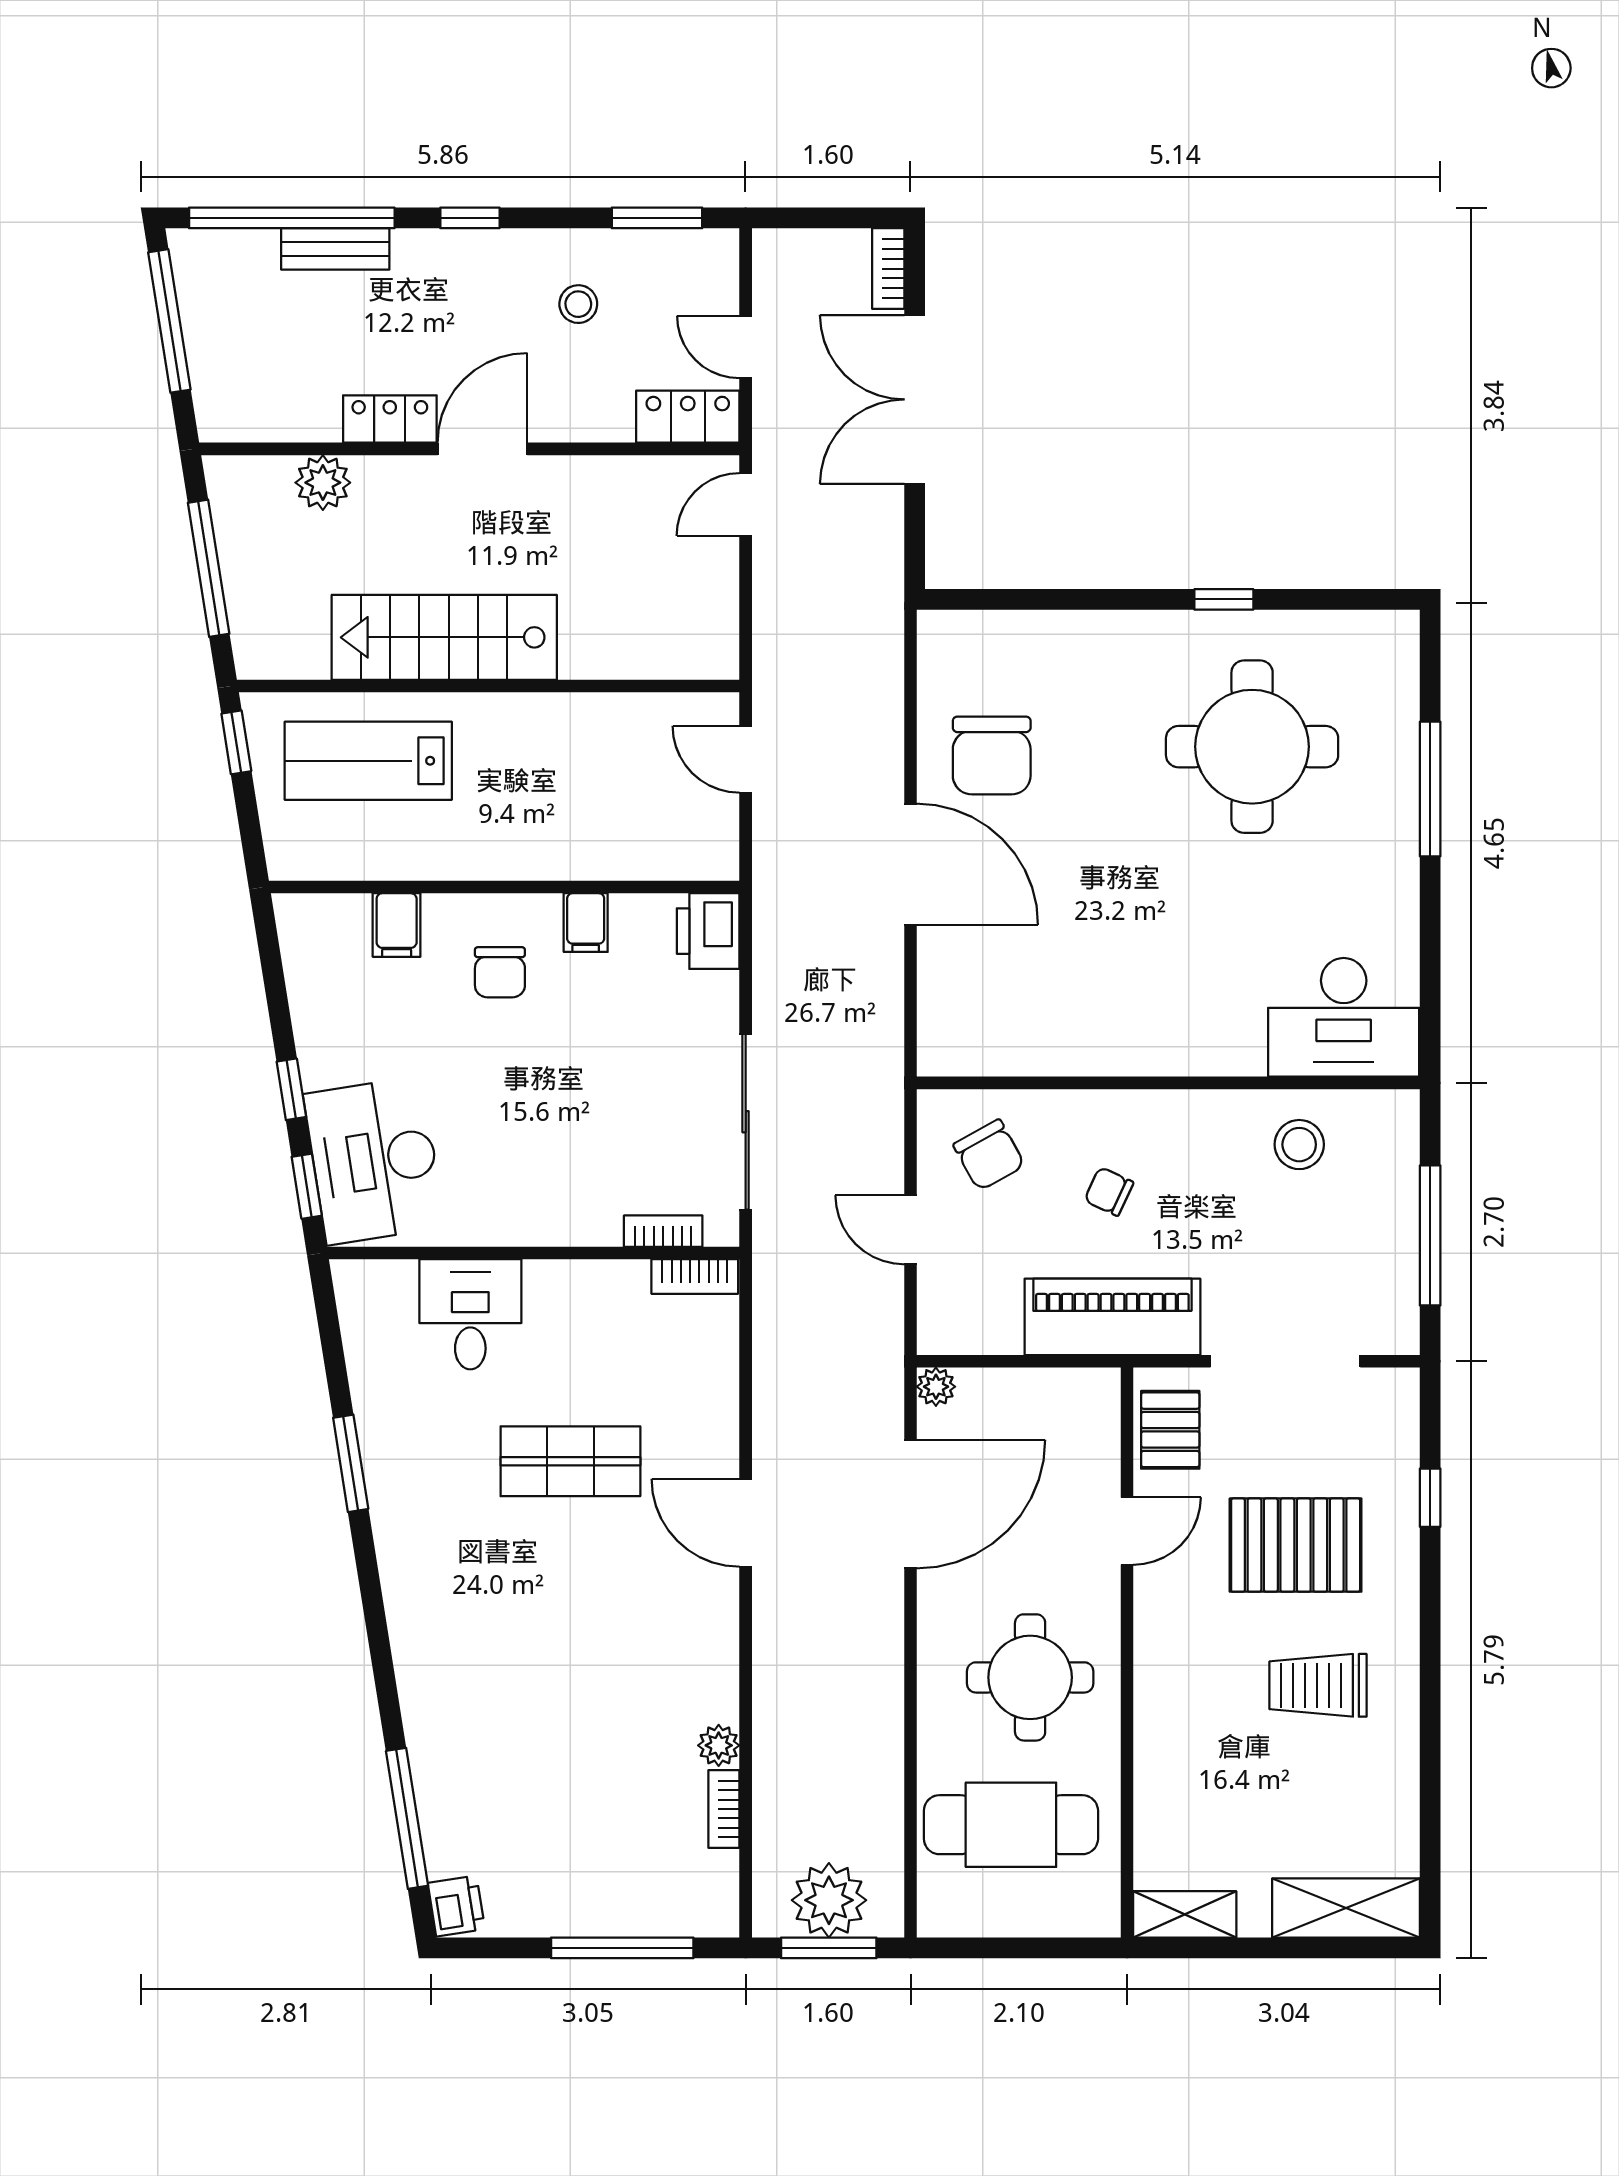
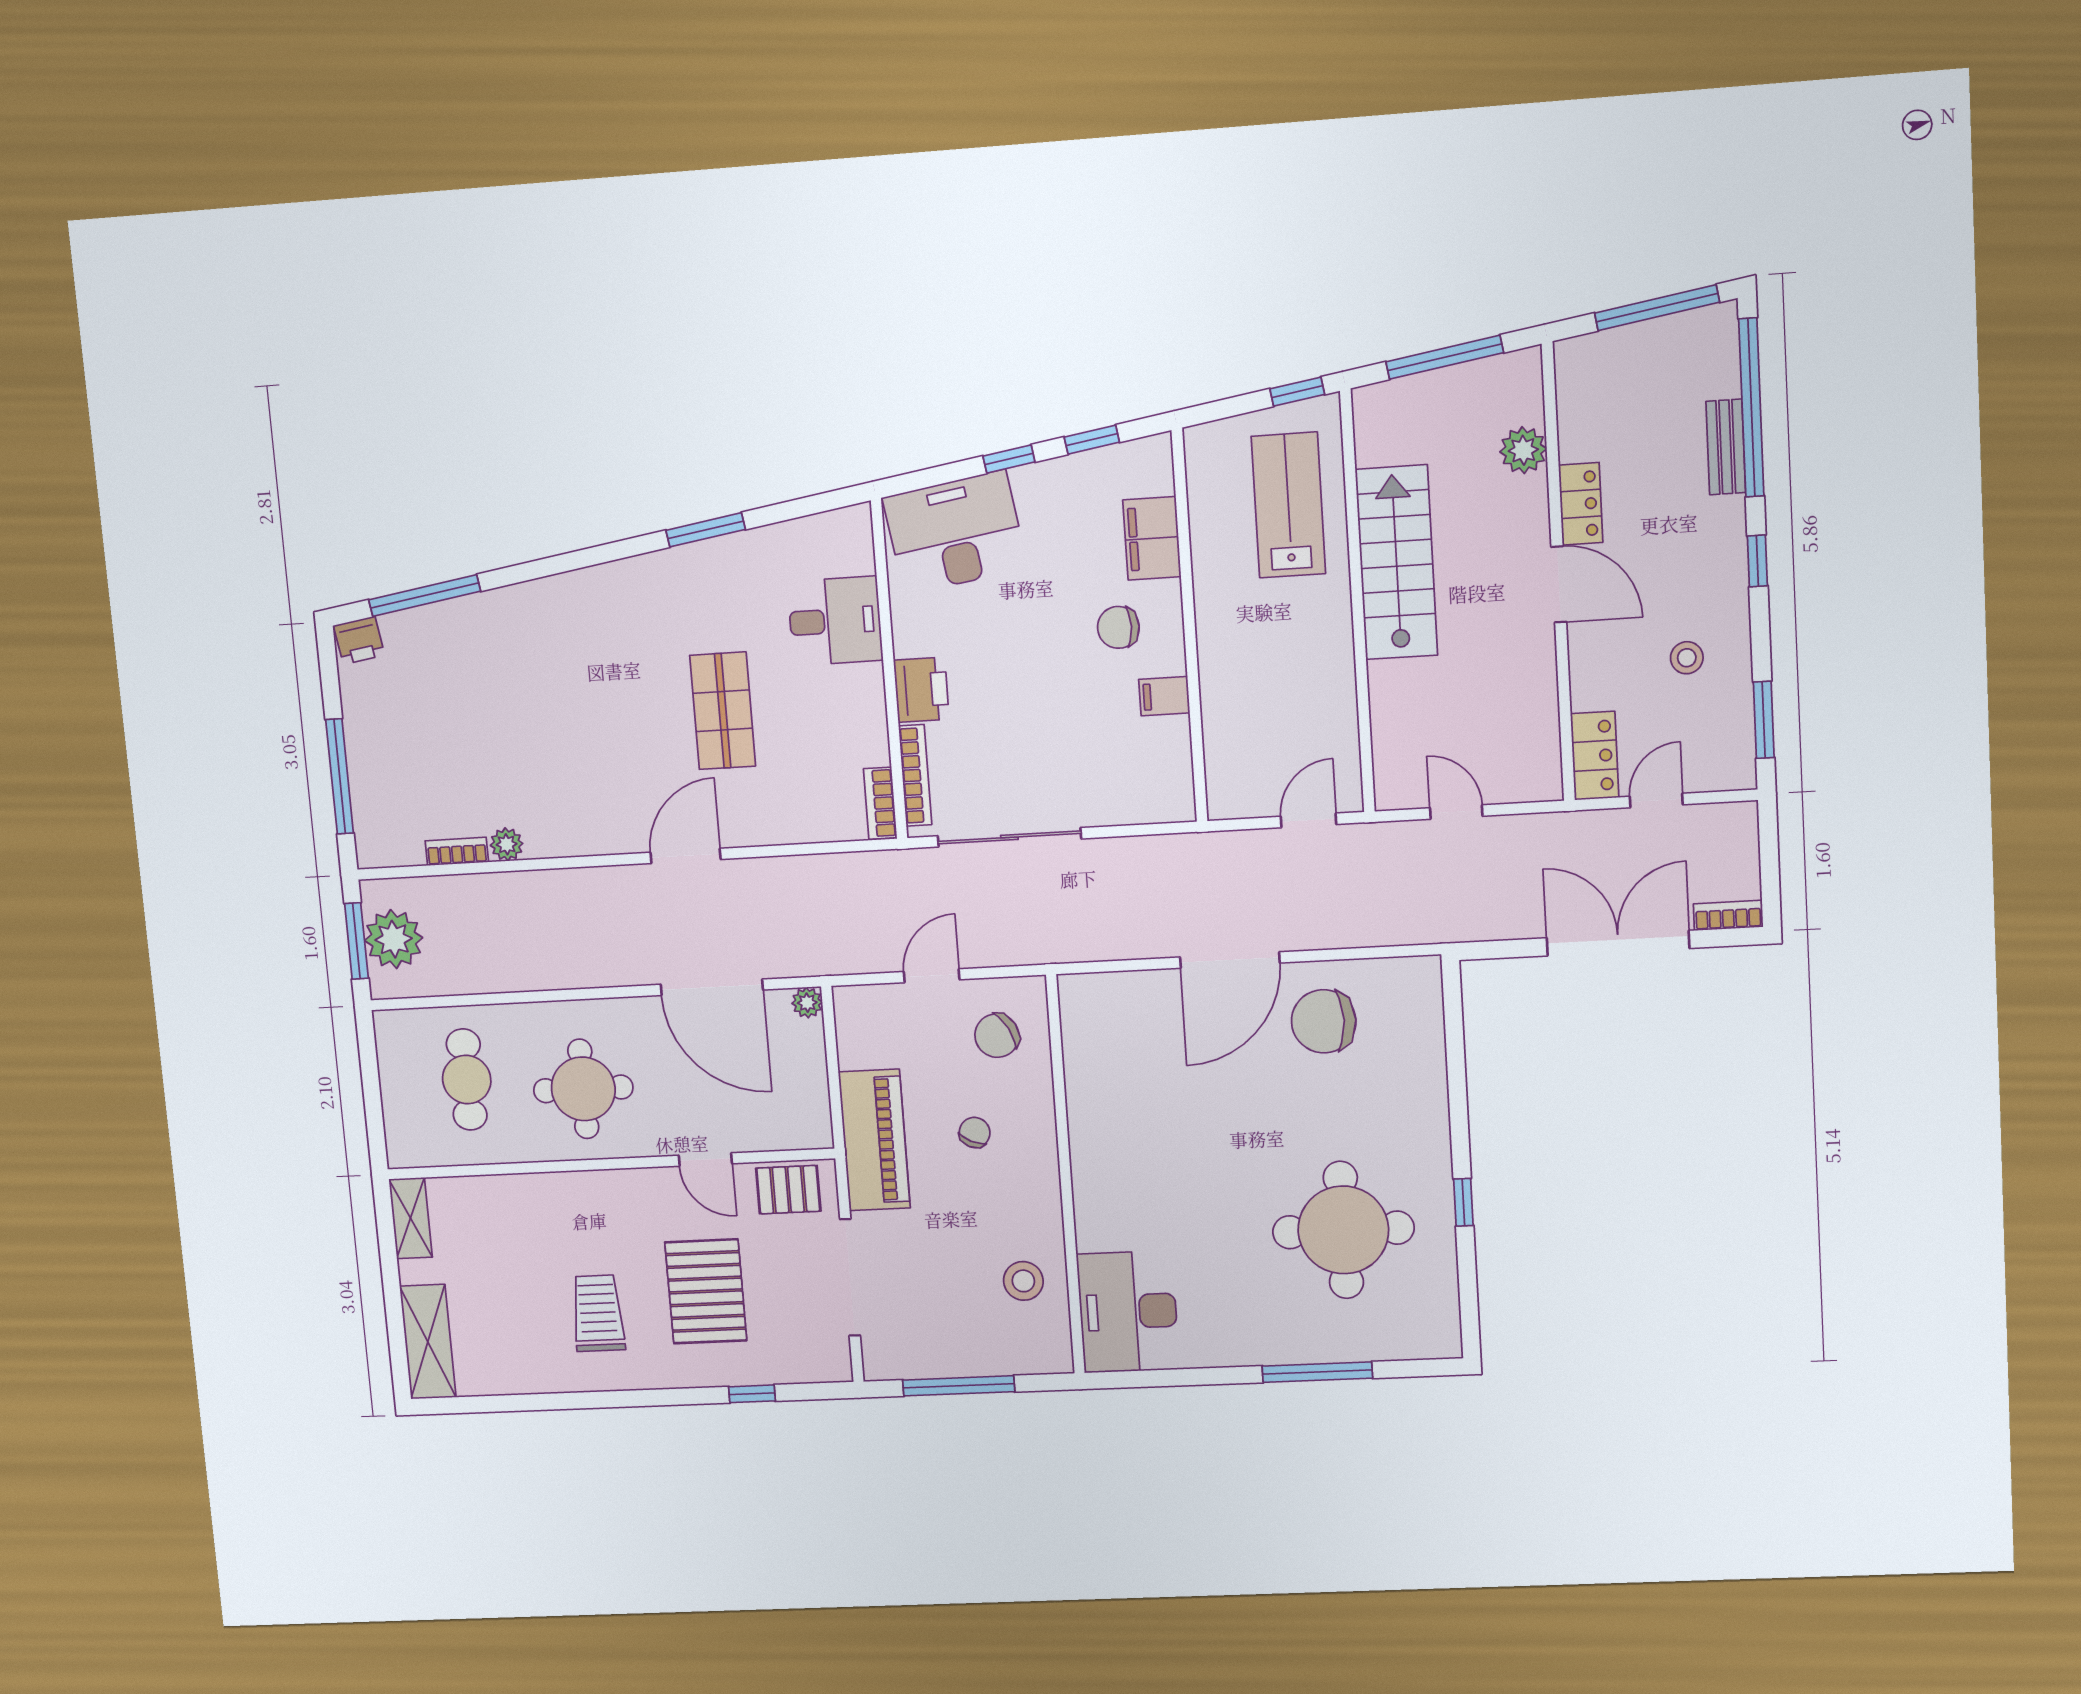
door: (746, 505) -> (1456, 812), moved
filing cabinet: (397, 925) -> (1152, 538), width x2.00
printer: (708, 931) -> (921, 690), moved, turned 90
window: (307, 1186) -> (1092, 440), moved
bookcase: (663, 1231) -> (915, 775), width x1.56
cafe table: (1011, 1825) -> (467, 1080), width x0.73, depth x0.74

